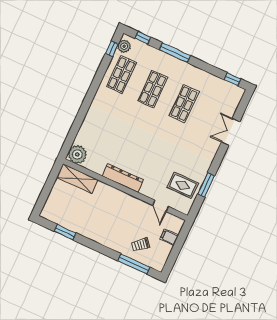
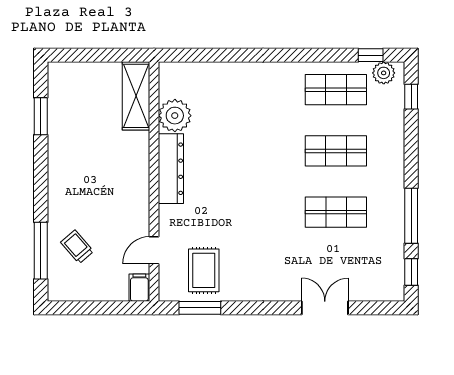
window: (175, 53) -> (411, 216), moved
plant: (77, 154) -> (175, 116), moved
window: (206, 185) -> (200, 308), moved
filing cabinet: (169, 237) -> (139, 288), moved

